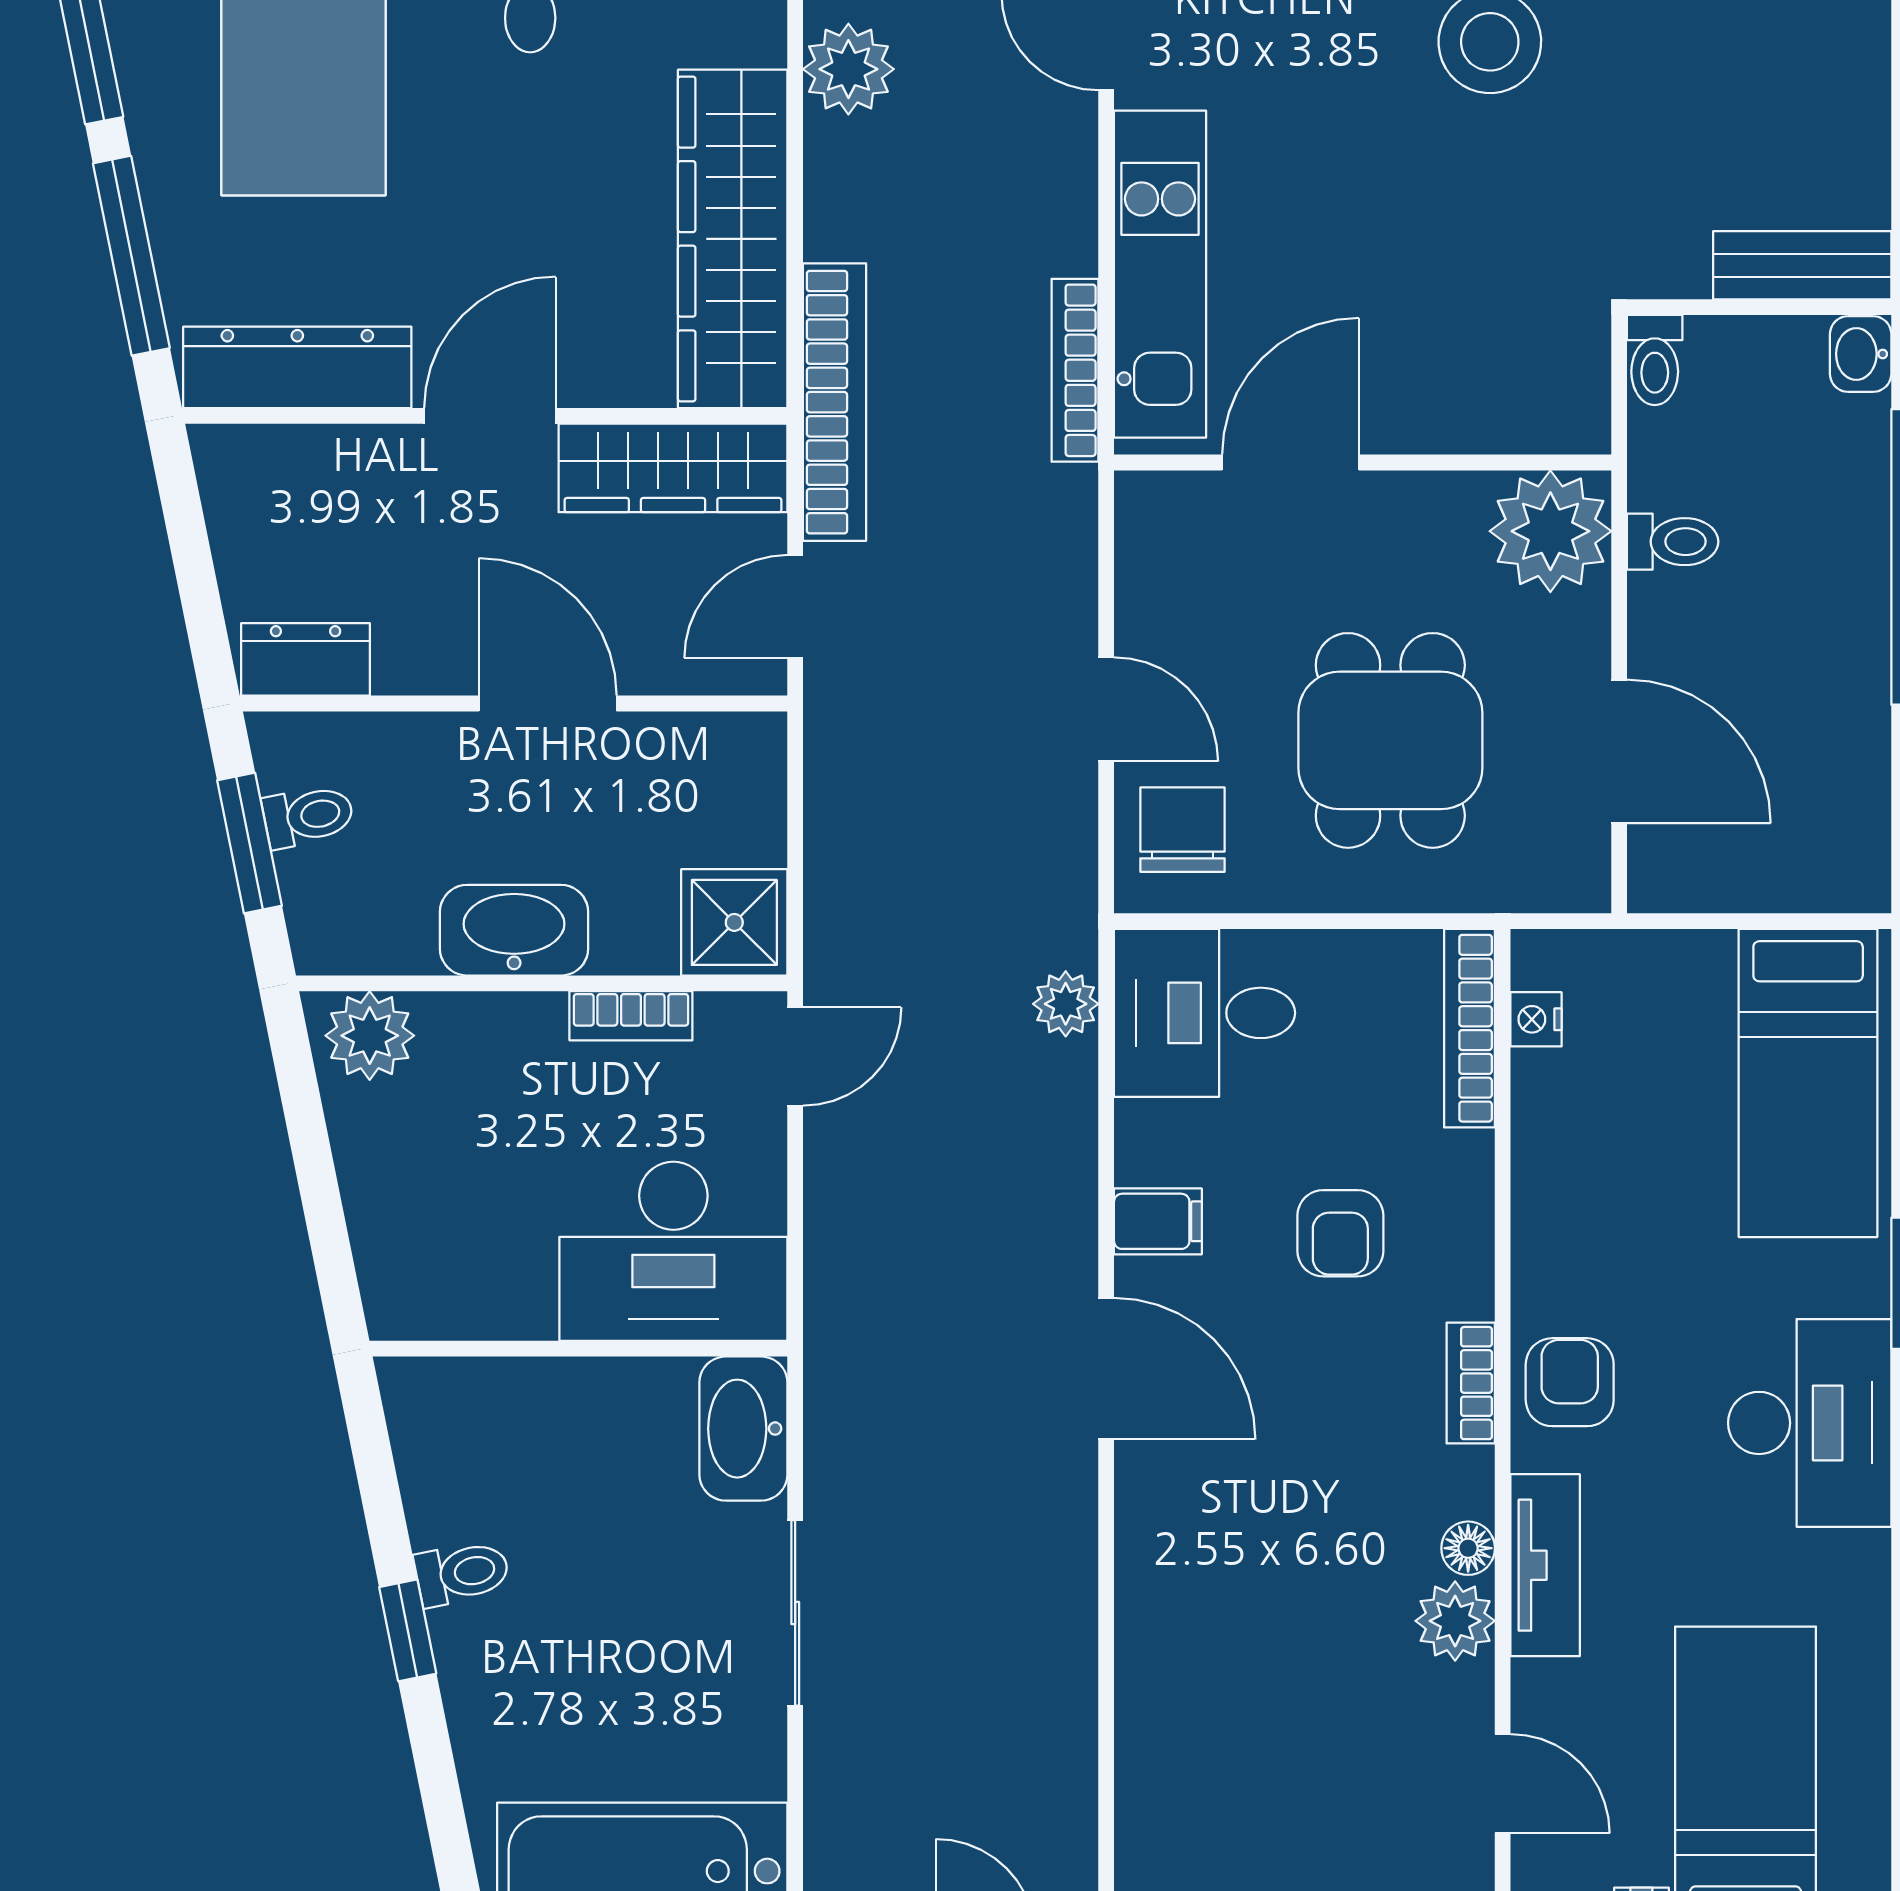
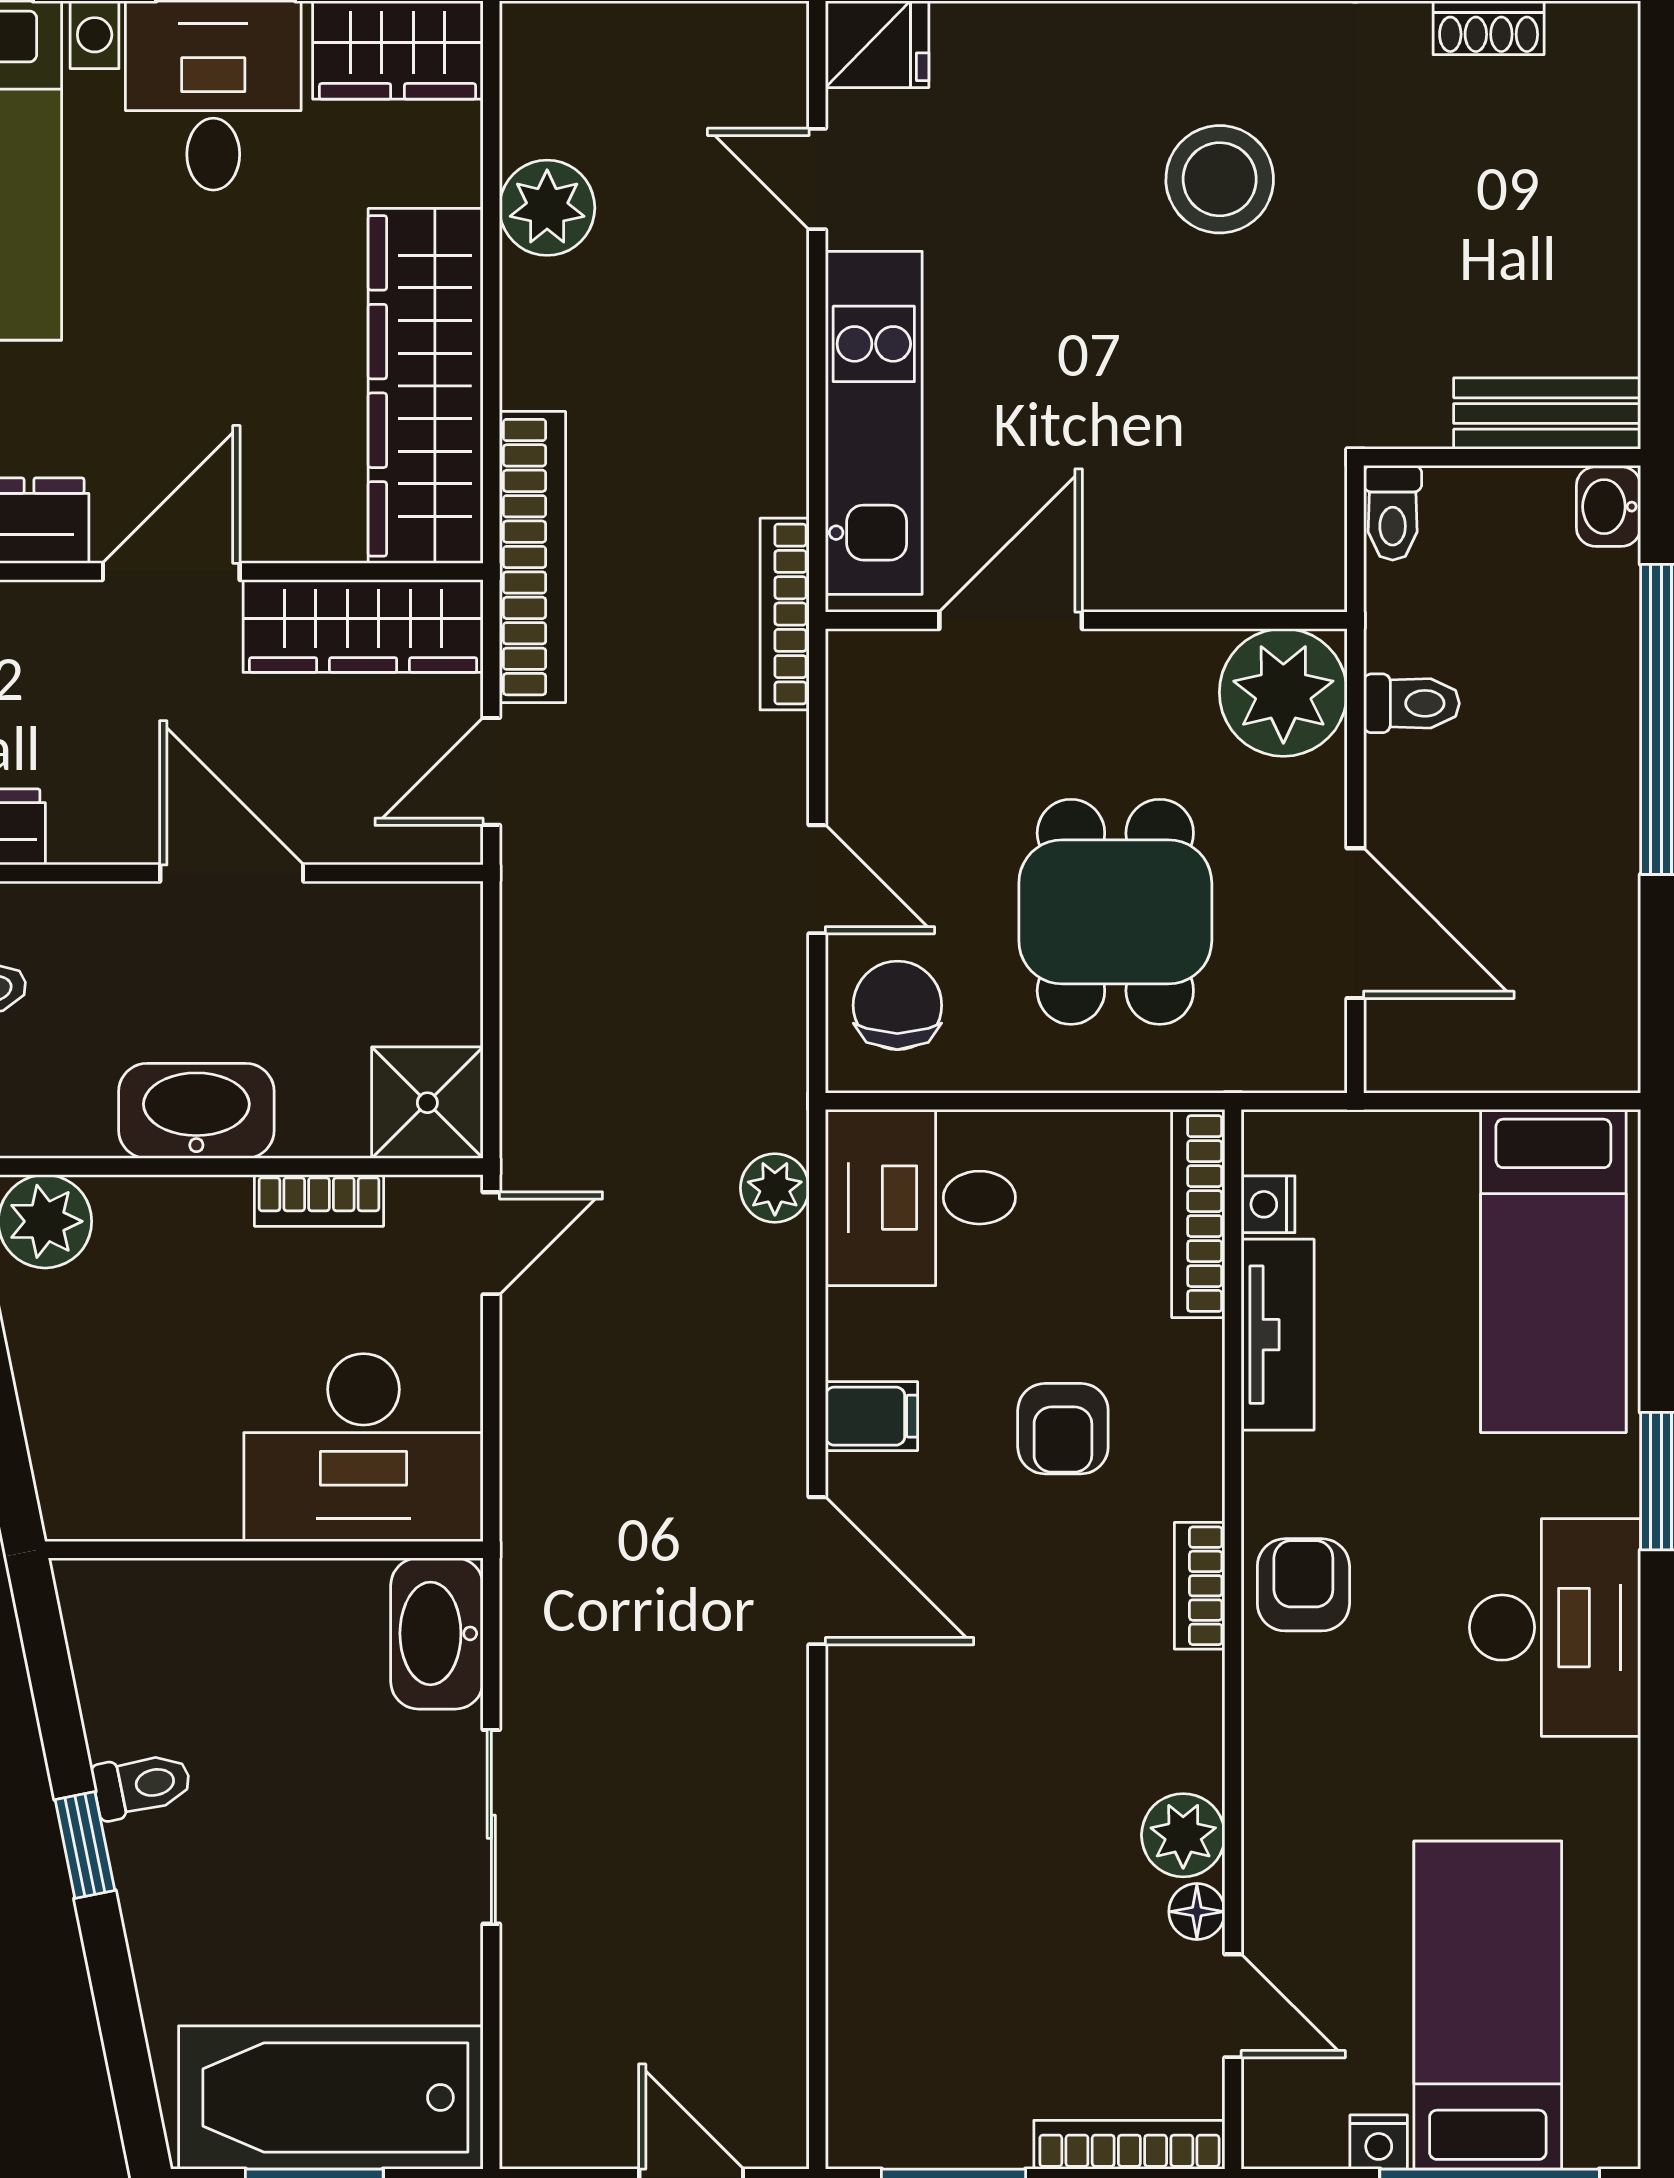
bookcase: (1075, 370) -> (785, 614), moved
floor lamp: (1468, 1548) -> (1197, 1912), moved
tv unit: (1545, 1565) -> (1278, 1335), moved

